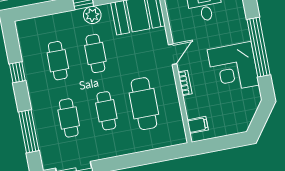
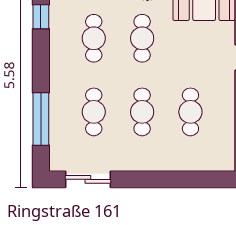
window: (17, 72) -> (41, 17), moved
cafe table: (144, 104) -> (190, 112), width x0.73, depth x0.74

